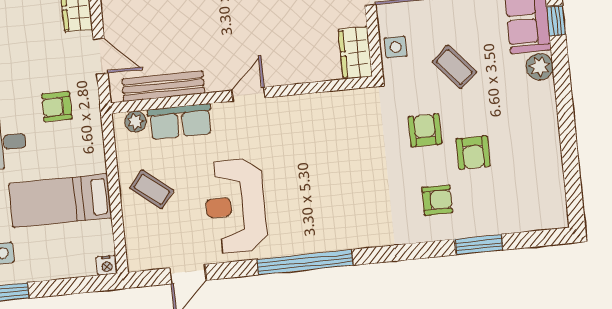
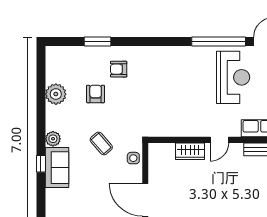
wardrobe: (355, 53) -> (190, 151), moved, turned 90
armchair: (425, 130) -> (121, 109), removed
plant: (543, 145) -> (56, 94), added
window: (305, 262) -> (219, 42), moved

